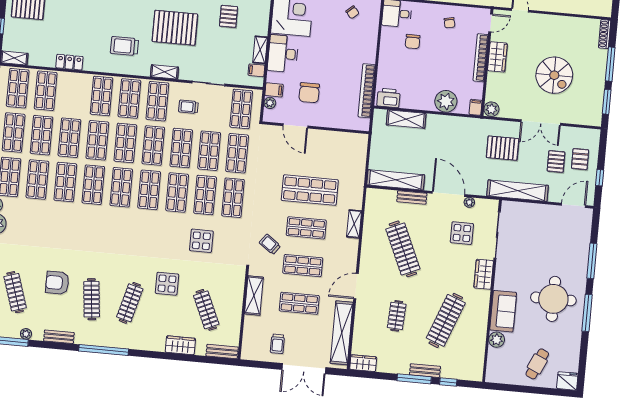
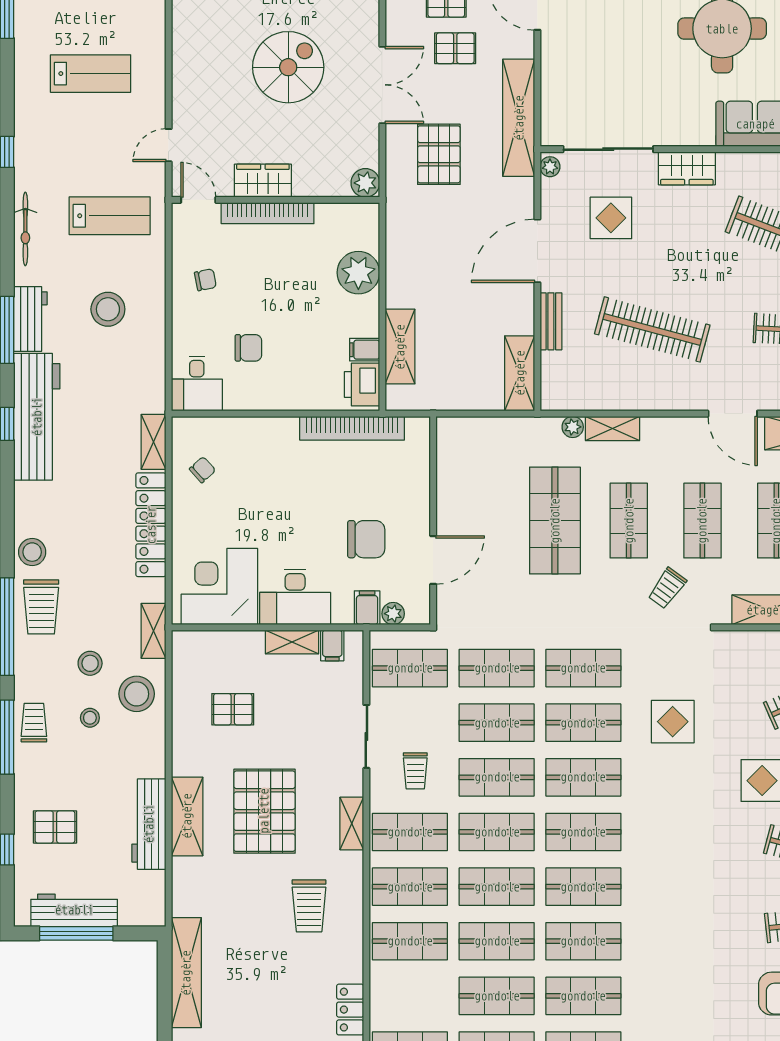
filing cabinet: (476, 107) -> (365, 350), moved
shelving: (396, 180) -> (520, 373), width x0.68
plant: (469, 202) -> (550, 167), moved
plant: (357, 204) -> (573, 427), added
clothes rail: (403, 249) -> (652, 329), turned 39

